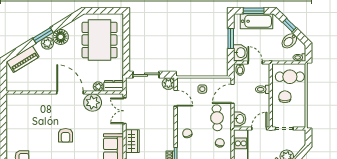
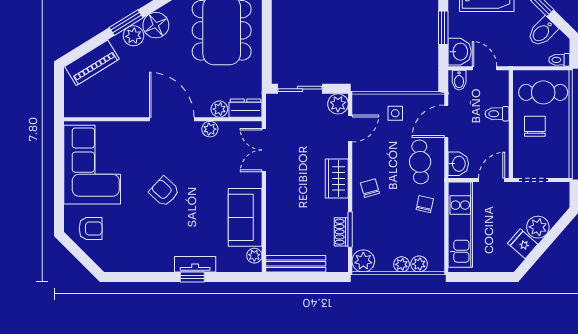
door: (176, 98) -> (350, 129), hinge flipped
plant: (93, 103) -> (210, 129), width x0.53, depth x0.53
corner sofa: (23, 119) -> (92, 165), added
armchair: (66, 135) -> (164, 191), turned 133
wardrobe: (132, 141) -> (337, 179), moved, turned 180

